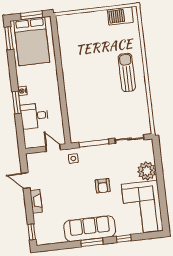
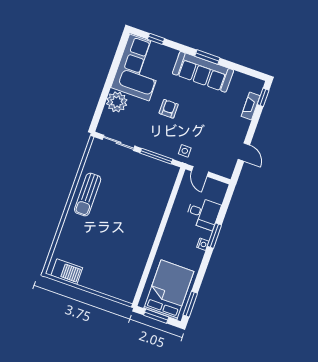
sun lounger: (127, 72) -> (88, 195), moved
fireplace: (36, 201) -> (251, 106), moved
window: (124, 239) -> (156, 39), moved

